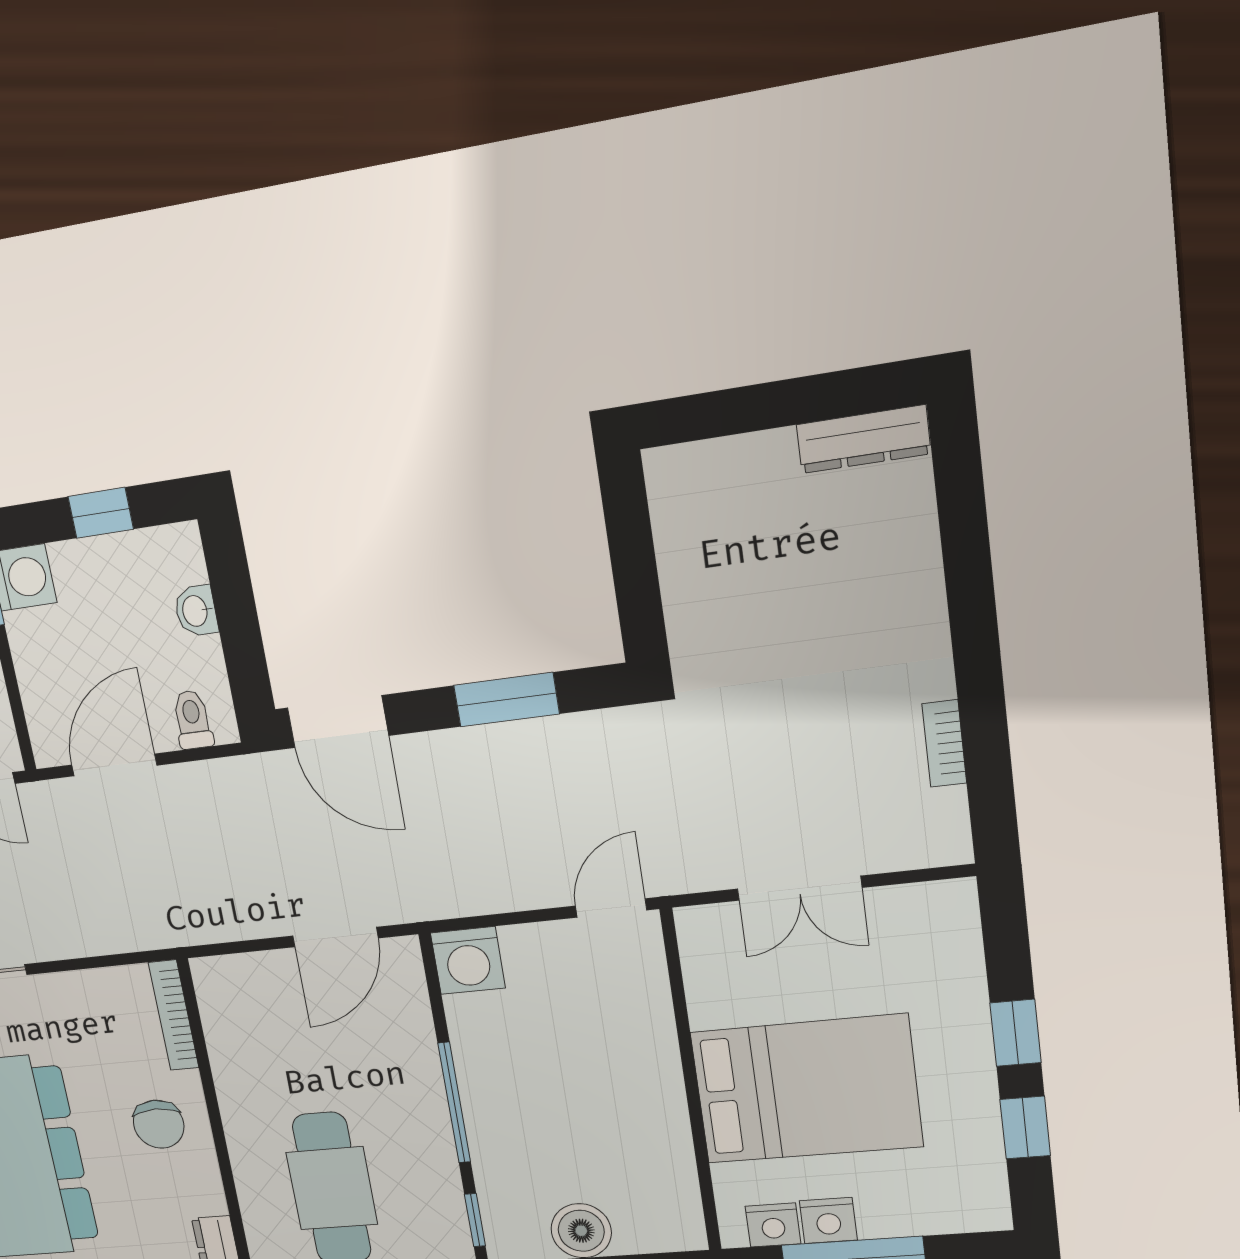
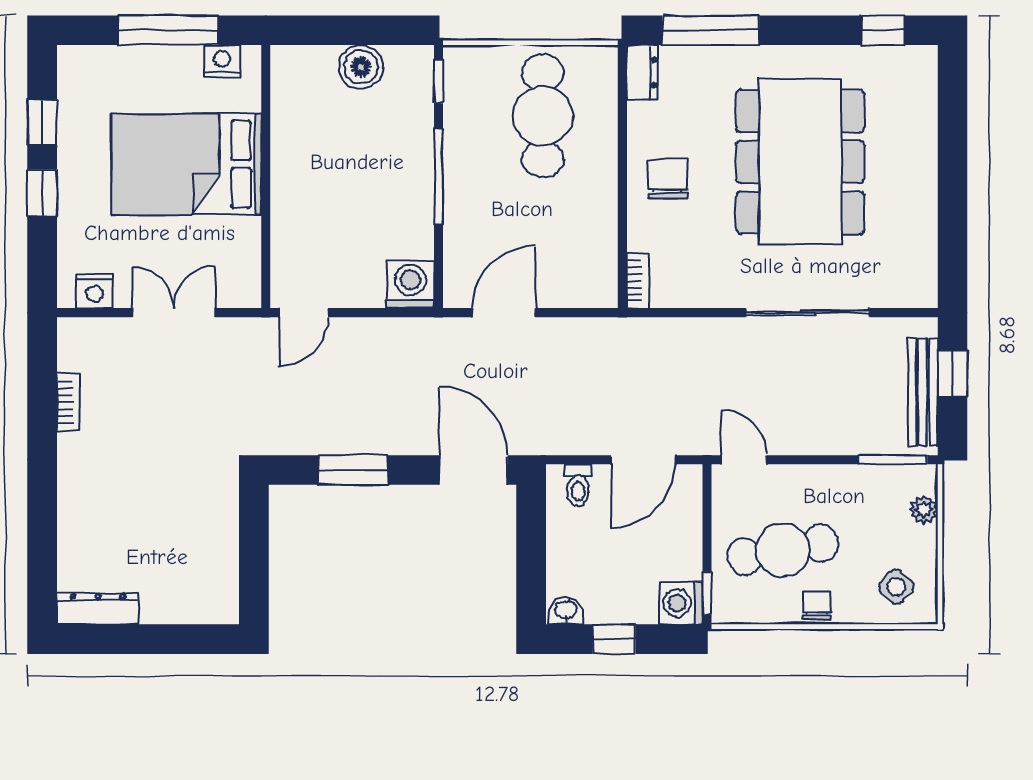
washbasin: (196, 611) -> (566, 611), moved, turned -90
bookcase: (174, 1015) -> (638, 281), width x0.64
nightstand: (828, 1220) -> (95, 291), moved, turned 180

